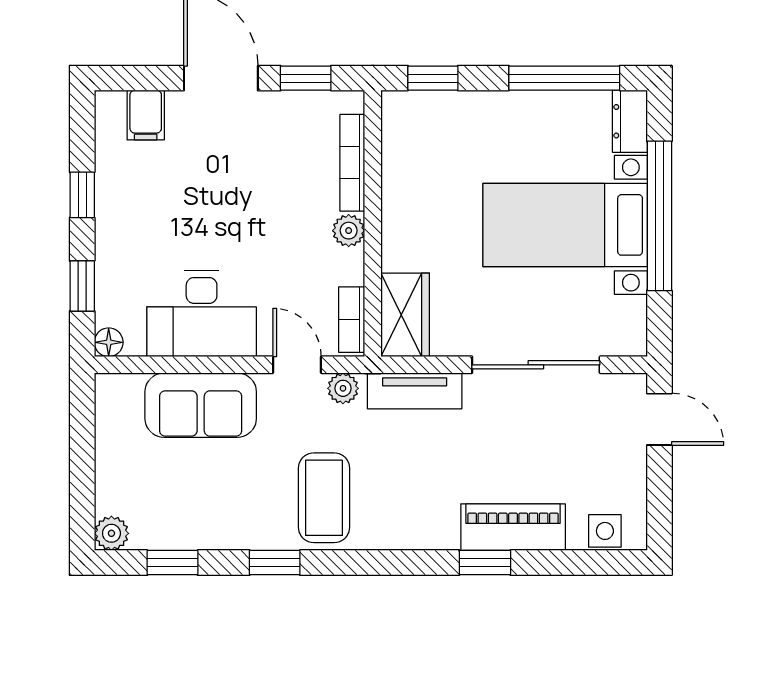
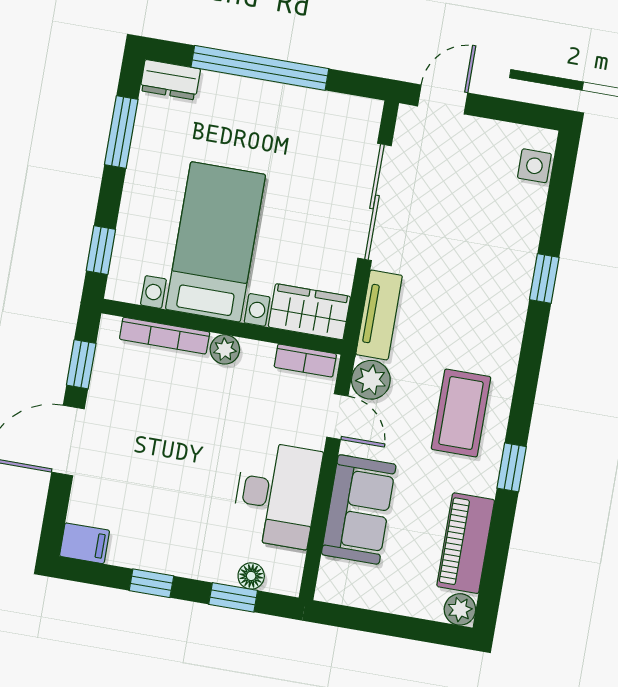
window: (564, 78) -> (121, 132), width x0.69
filing cabinet: (146, 115) -> (85, 543), moved
bed with nightstands: (565, 225) -> (215, 242), moved, turned 180
floor lamp: (109, 342) -> (251, 576), moved
door: (297, 365) -> (337, 417), swing flipped
plant: (343, 388) -> (371, 380), width x1.38, depth x1.38
coffee table: (324, 498) -> (461, 413), turned 90
piano: (513, 527) -> (466, 543), moved
window: (173, 563) -> (496, 559), removed

